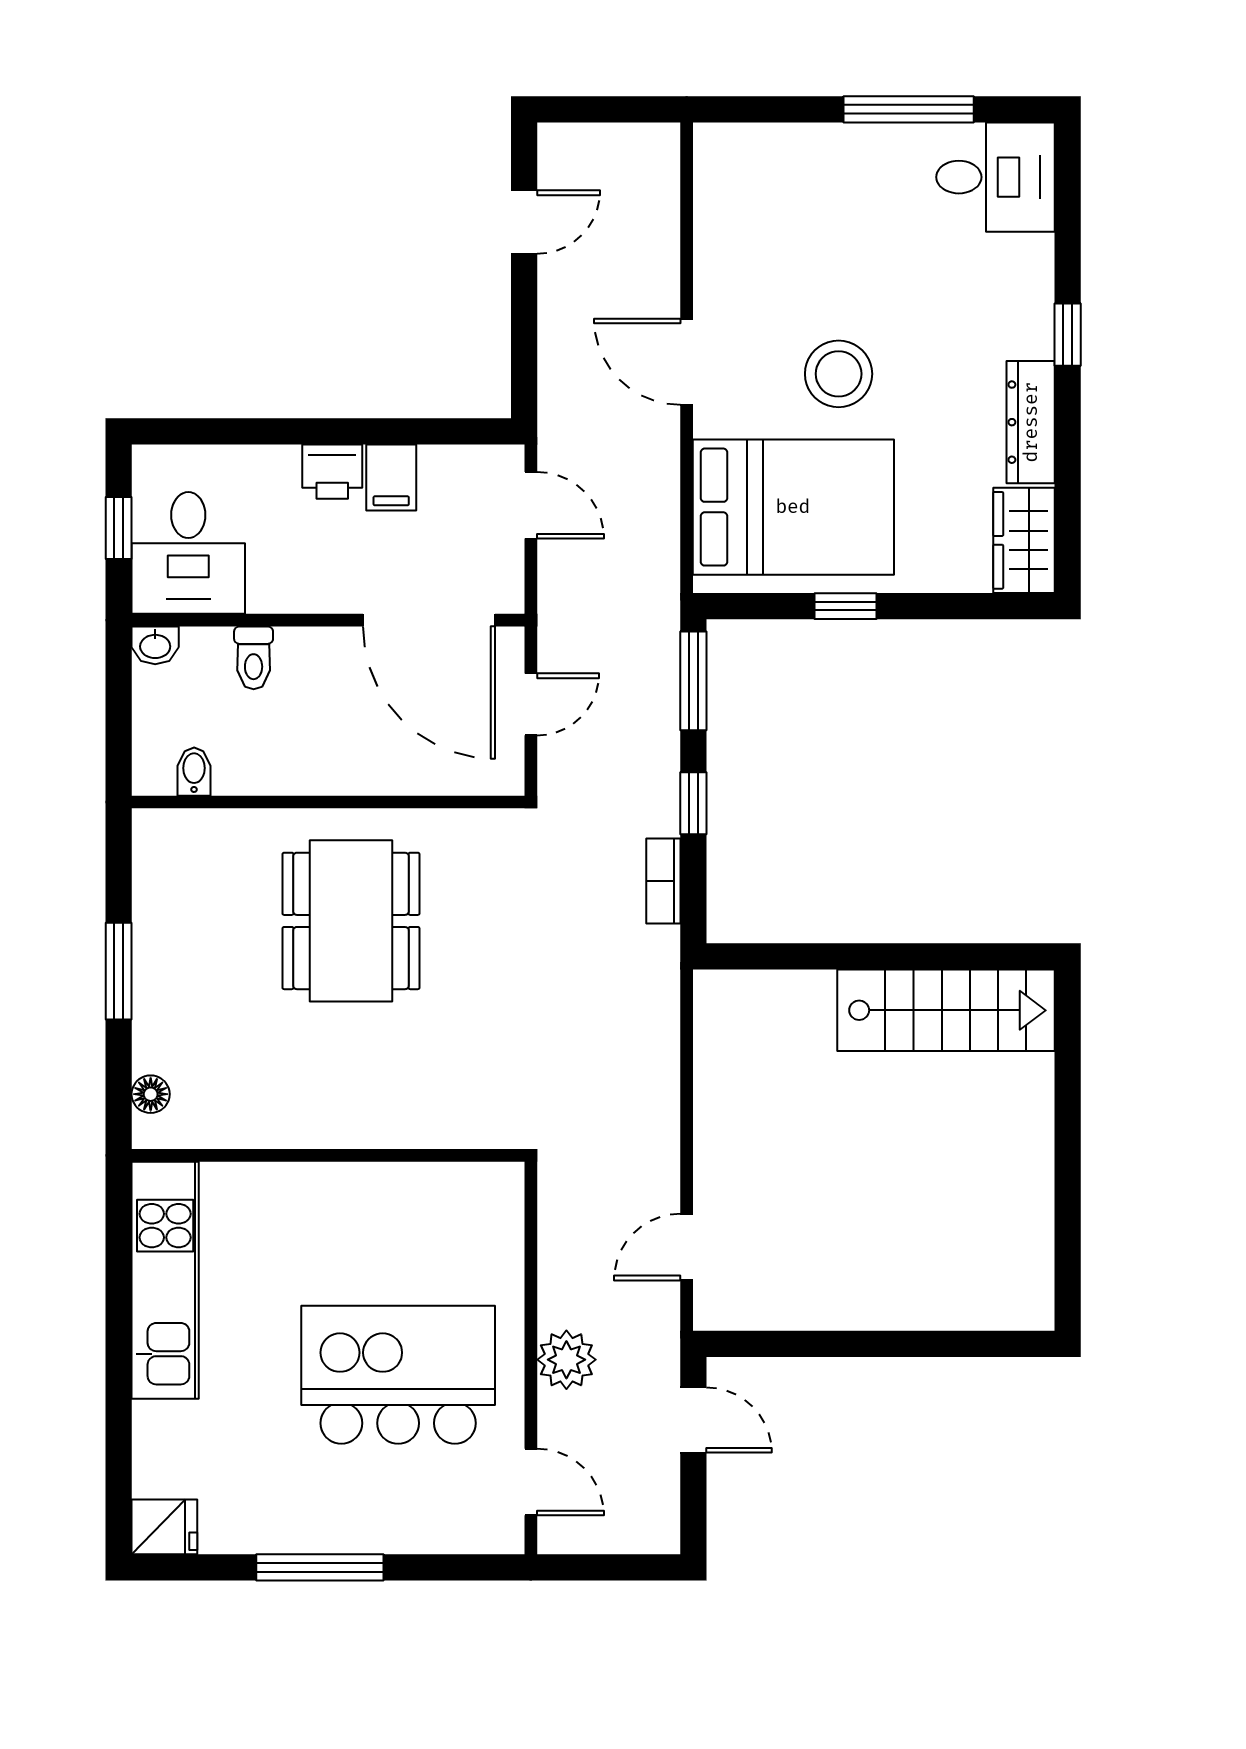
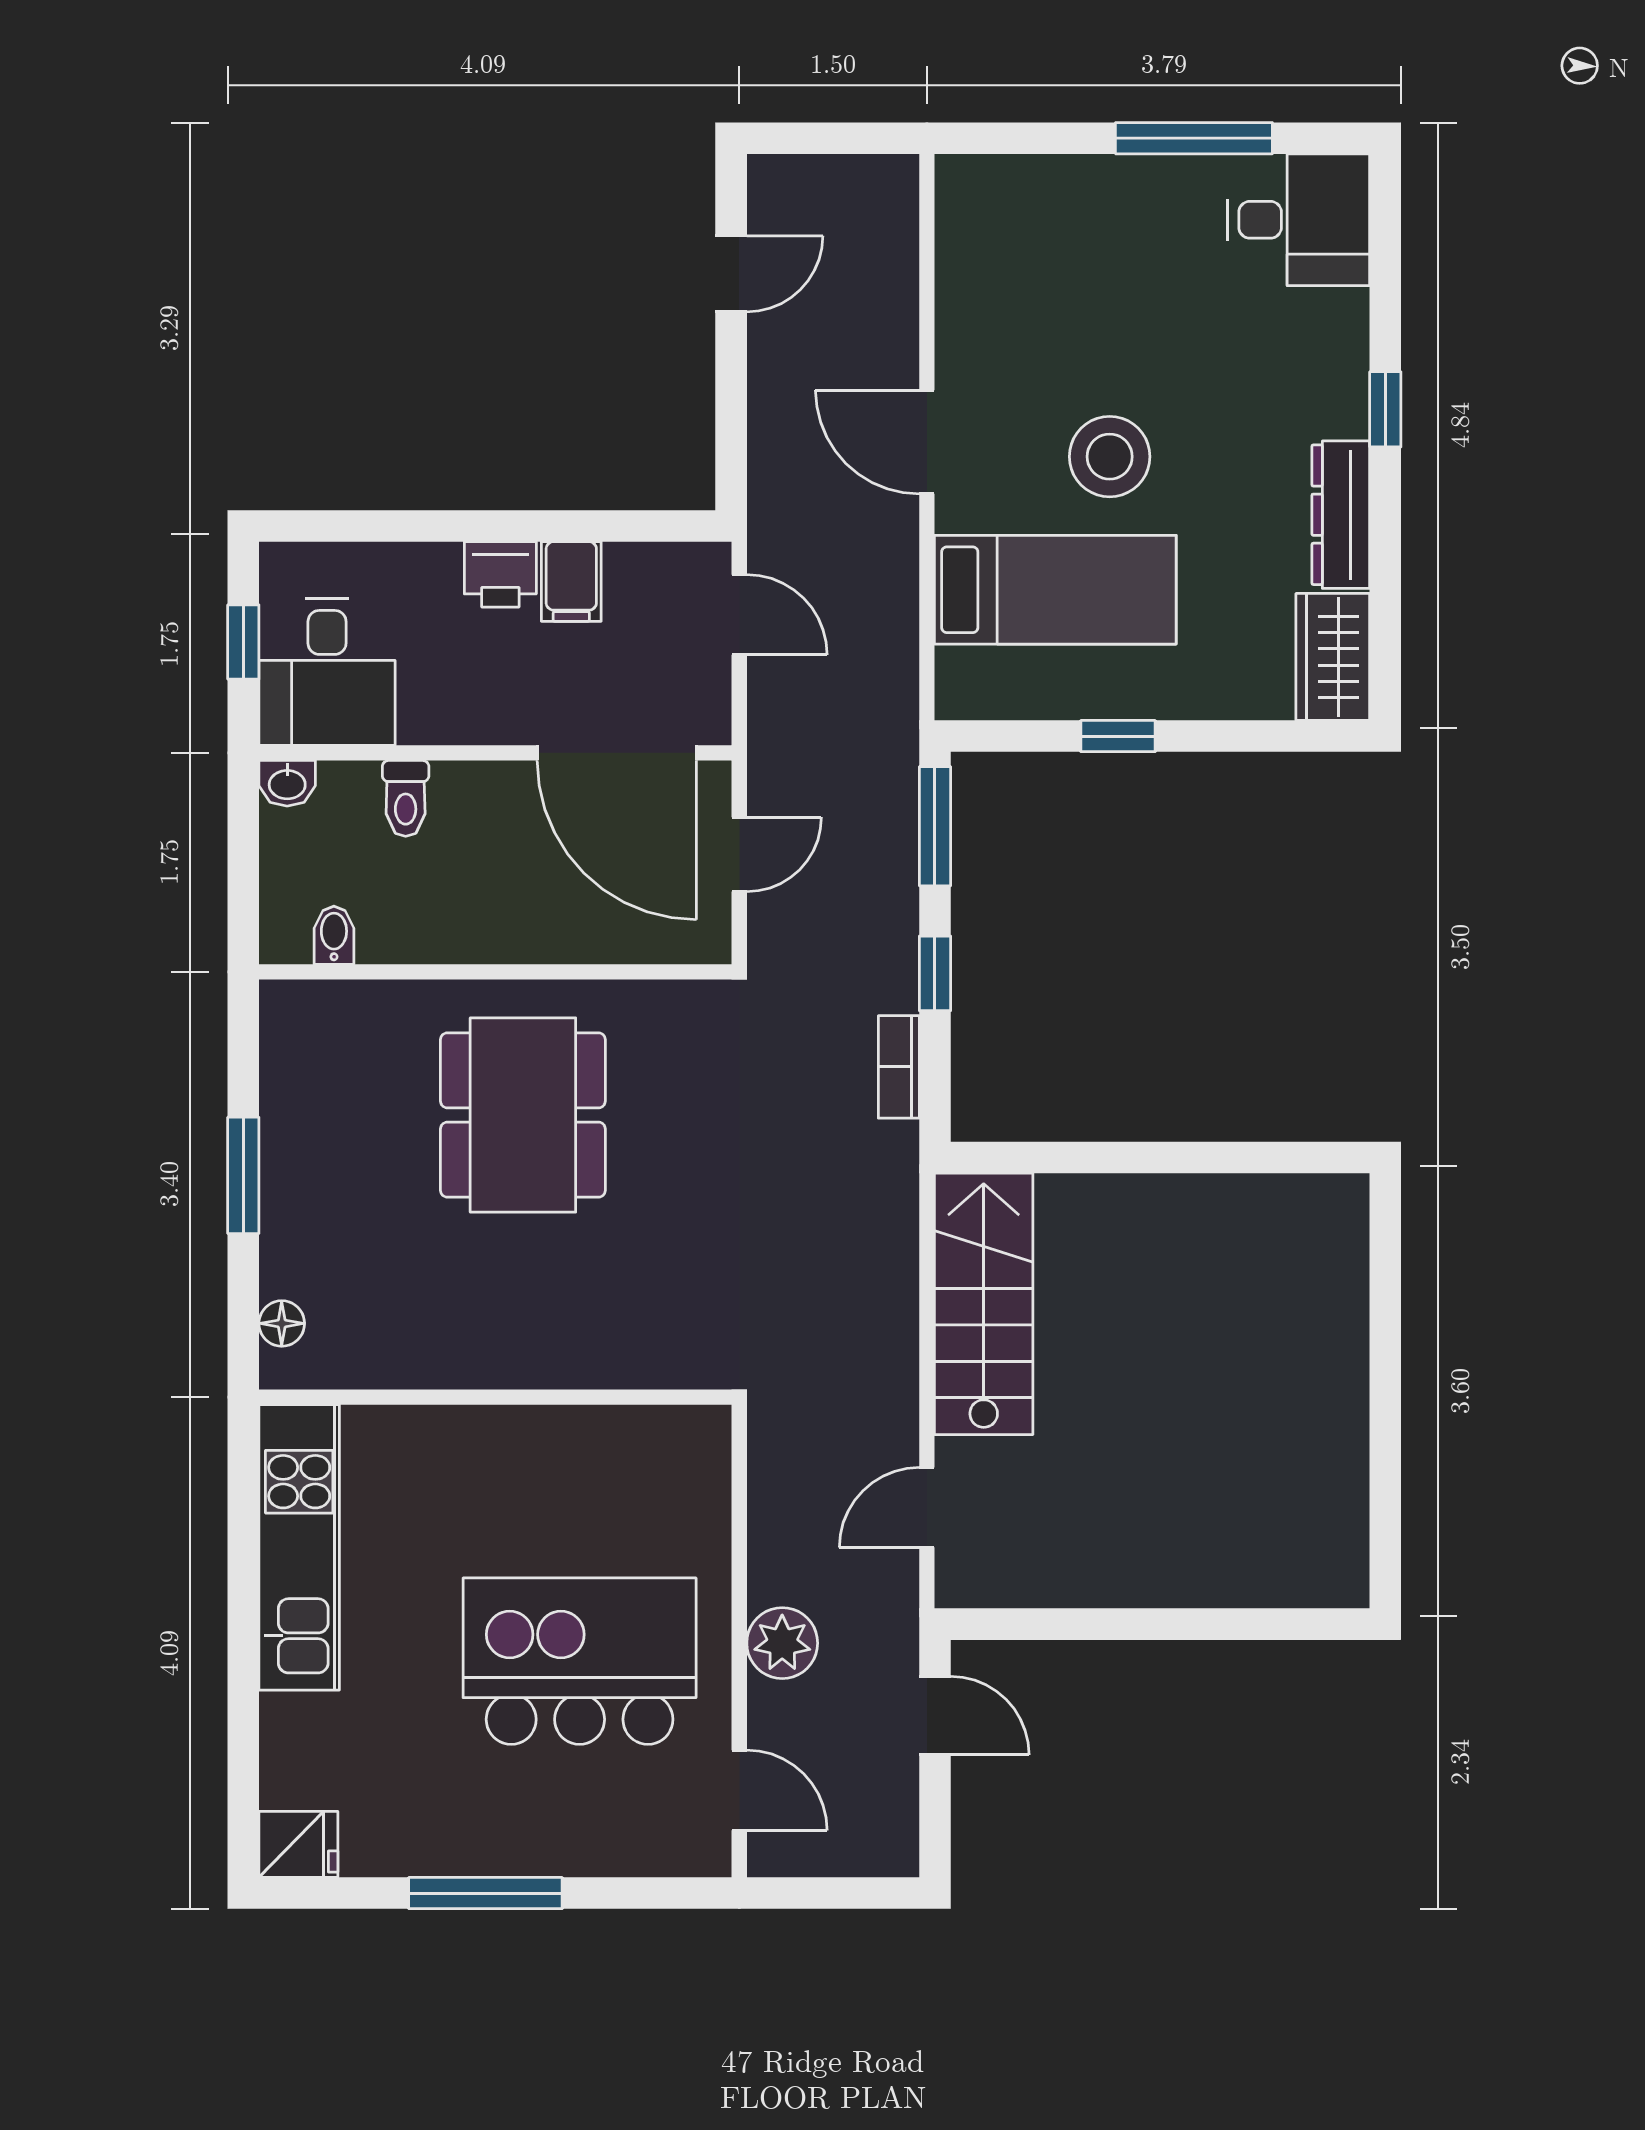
bed: (793, 507) -> (1055, 590), width x0.67
stairs: (946, 1010) -> (984, 1304), moved, turned -90

